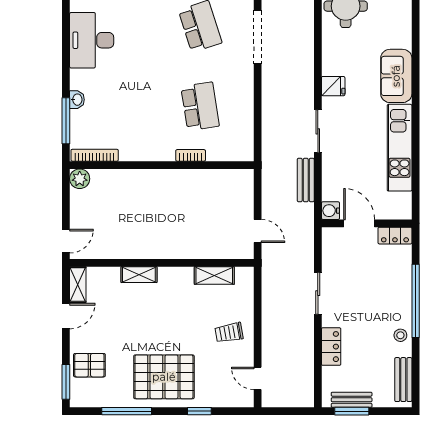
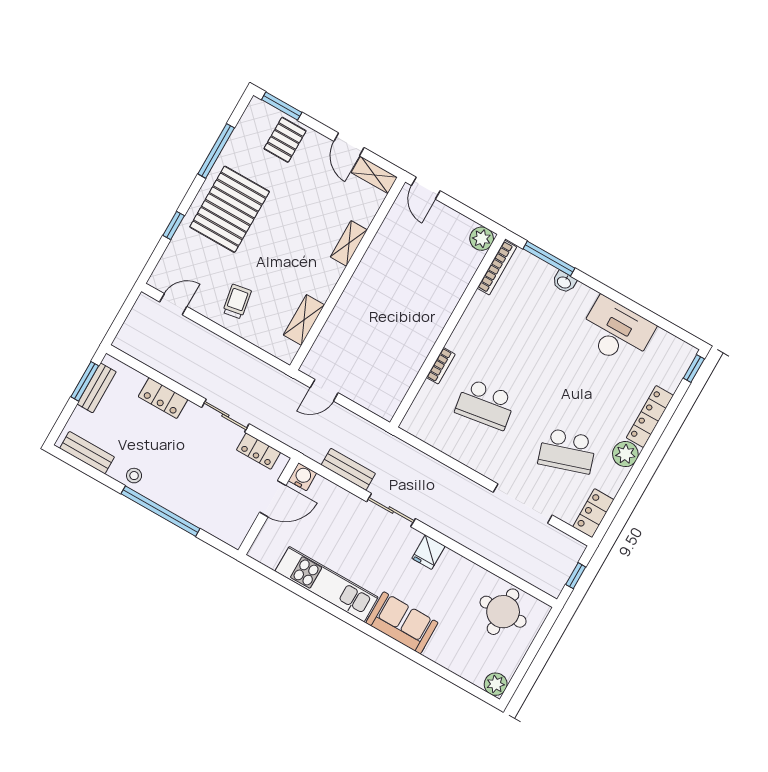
locker: (395, 236) -> (258, 451), moved, turned -90

